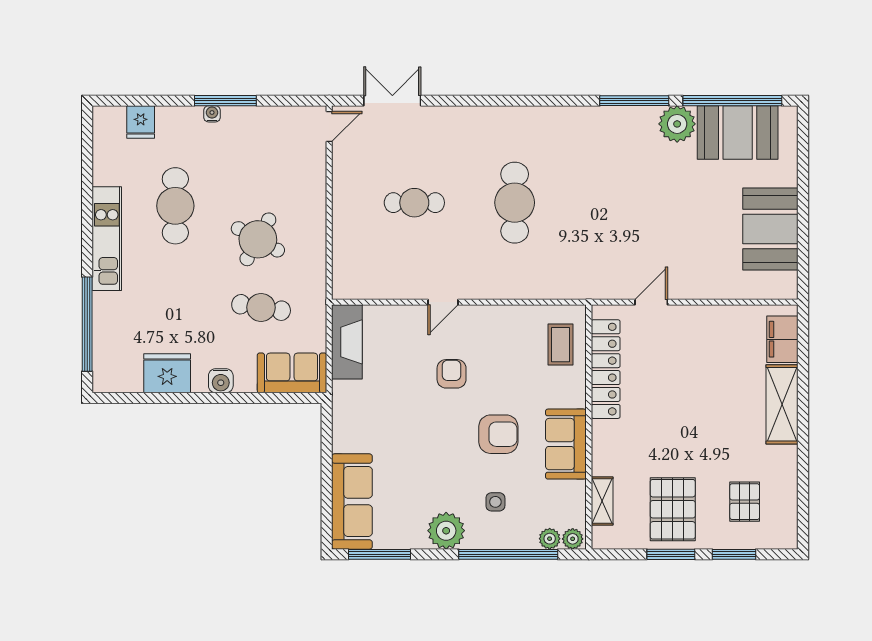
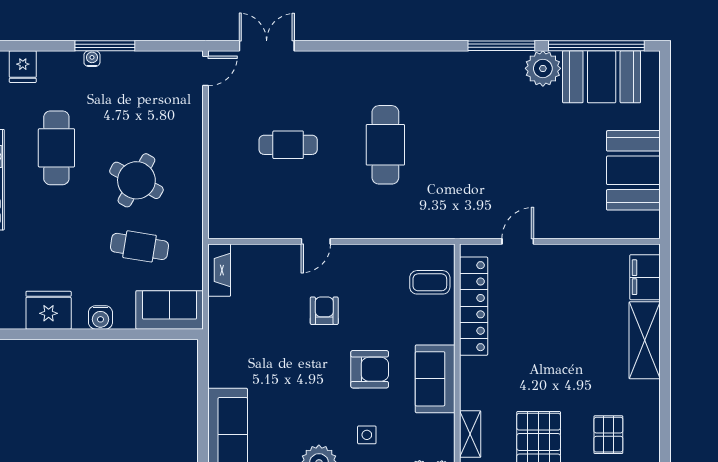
fireplace: (347, 342) -> (219, 270), width x0.73, depth x0.76
coffee table: (560, 345) -> (430, 282), turned 90

